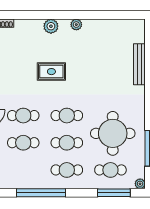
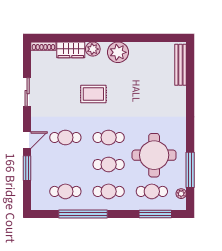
plant: (76, 25) -> (118, 52), width x1.88, depth x1.88
wardrobe: (29, 27) -> (71, 50), added
bench: (139, 64) -> (180, 65), moved
cafe table: (23, 143) -> (65, 191), moved
plant: (140, 184) -> (181, 194), moved

